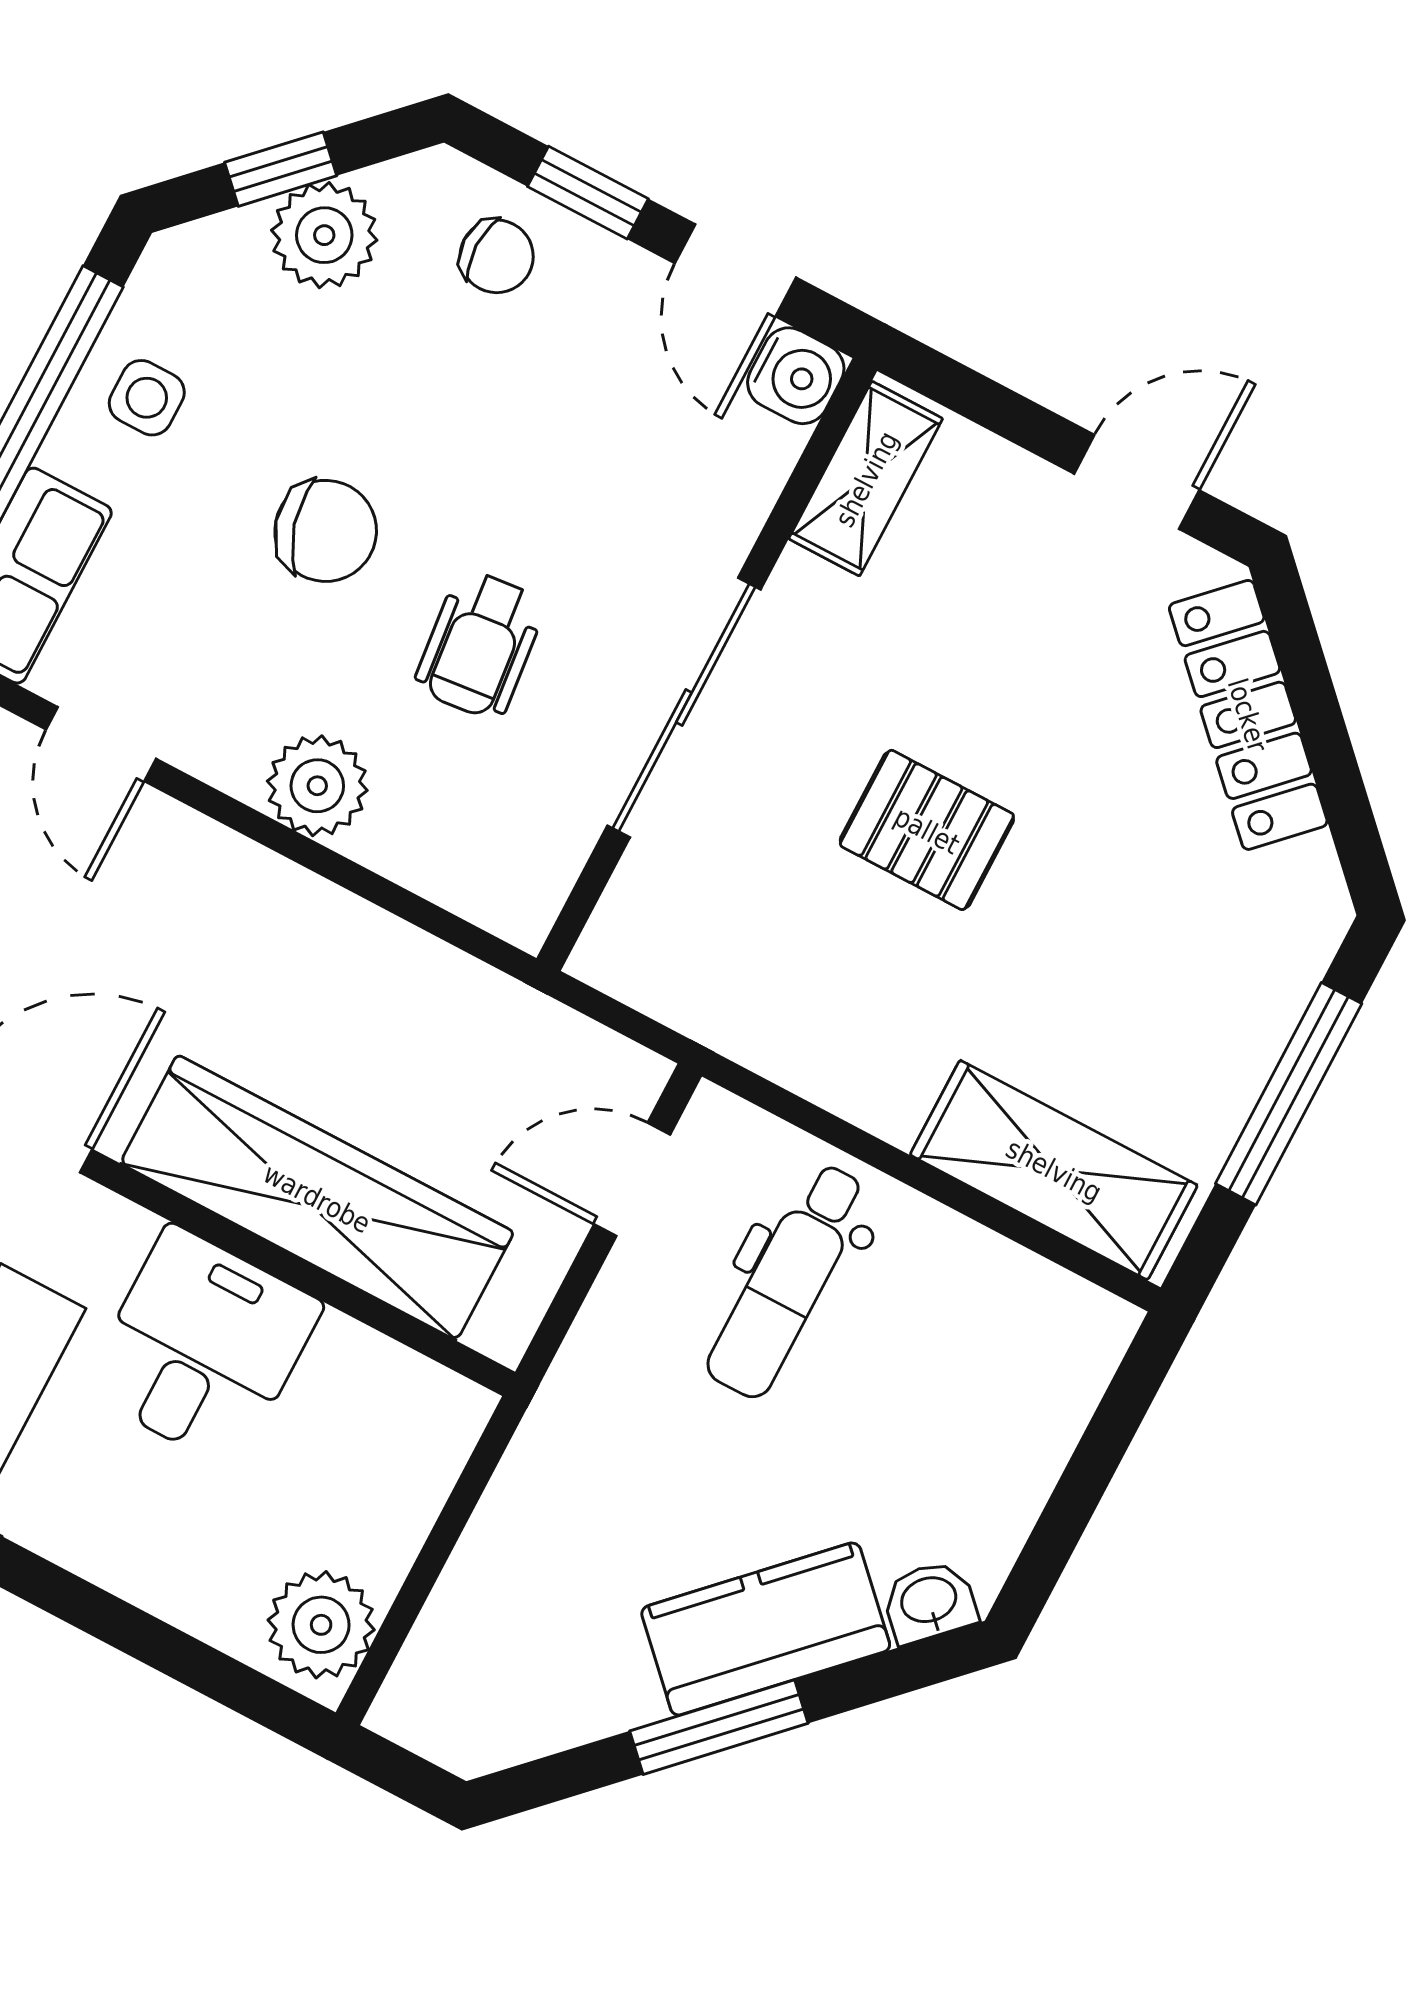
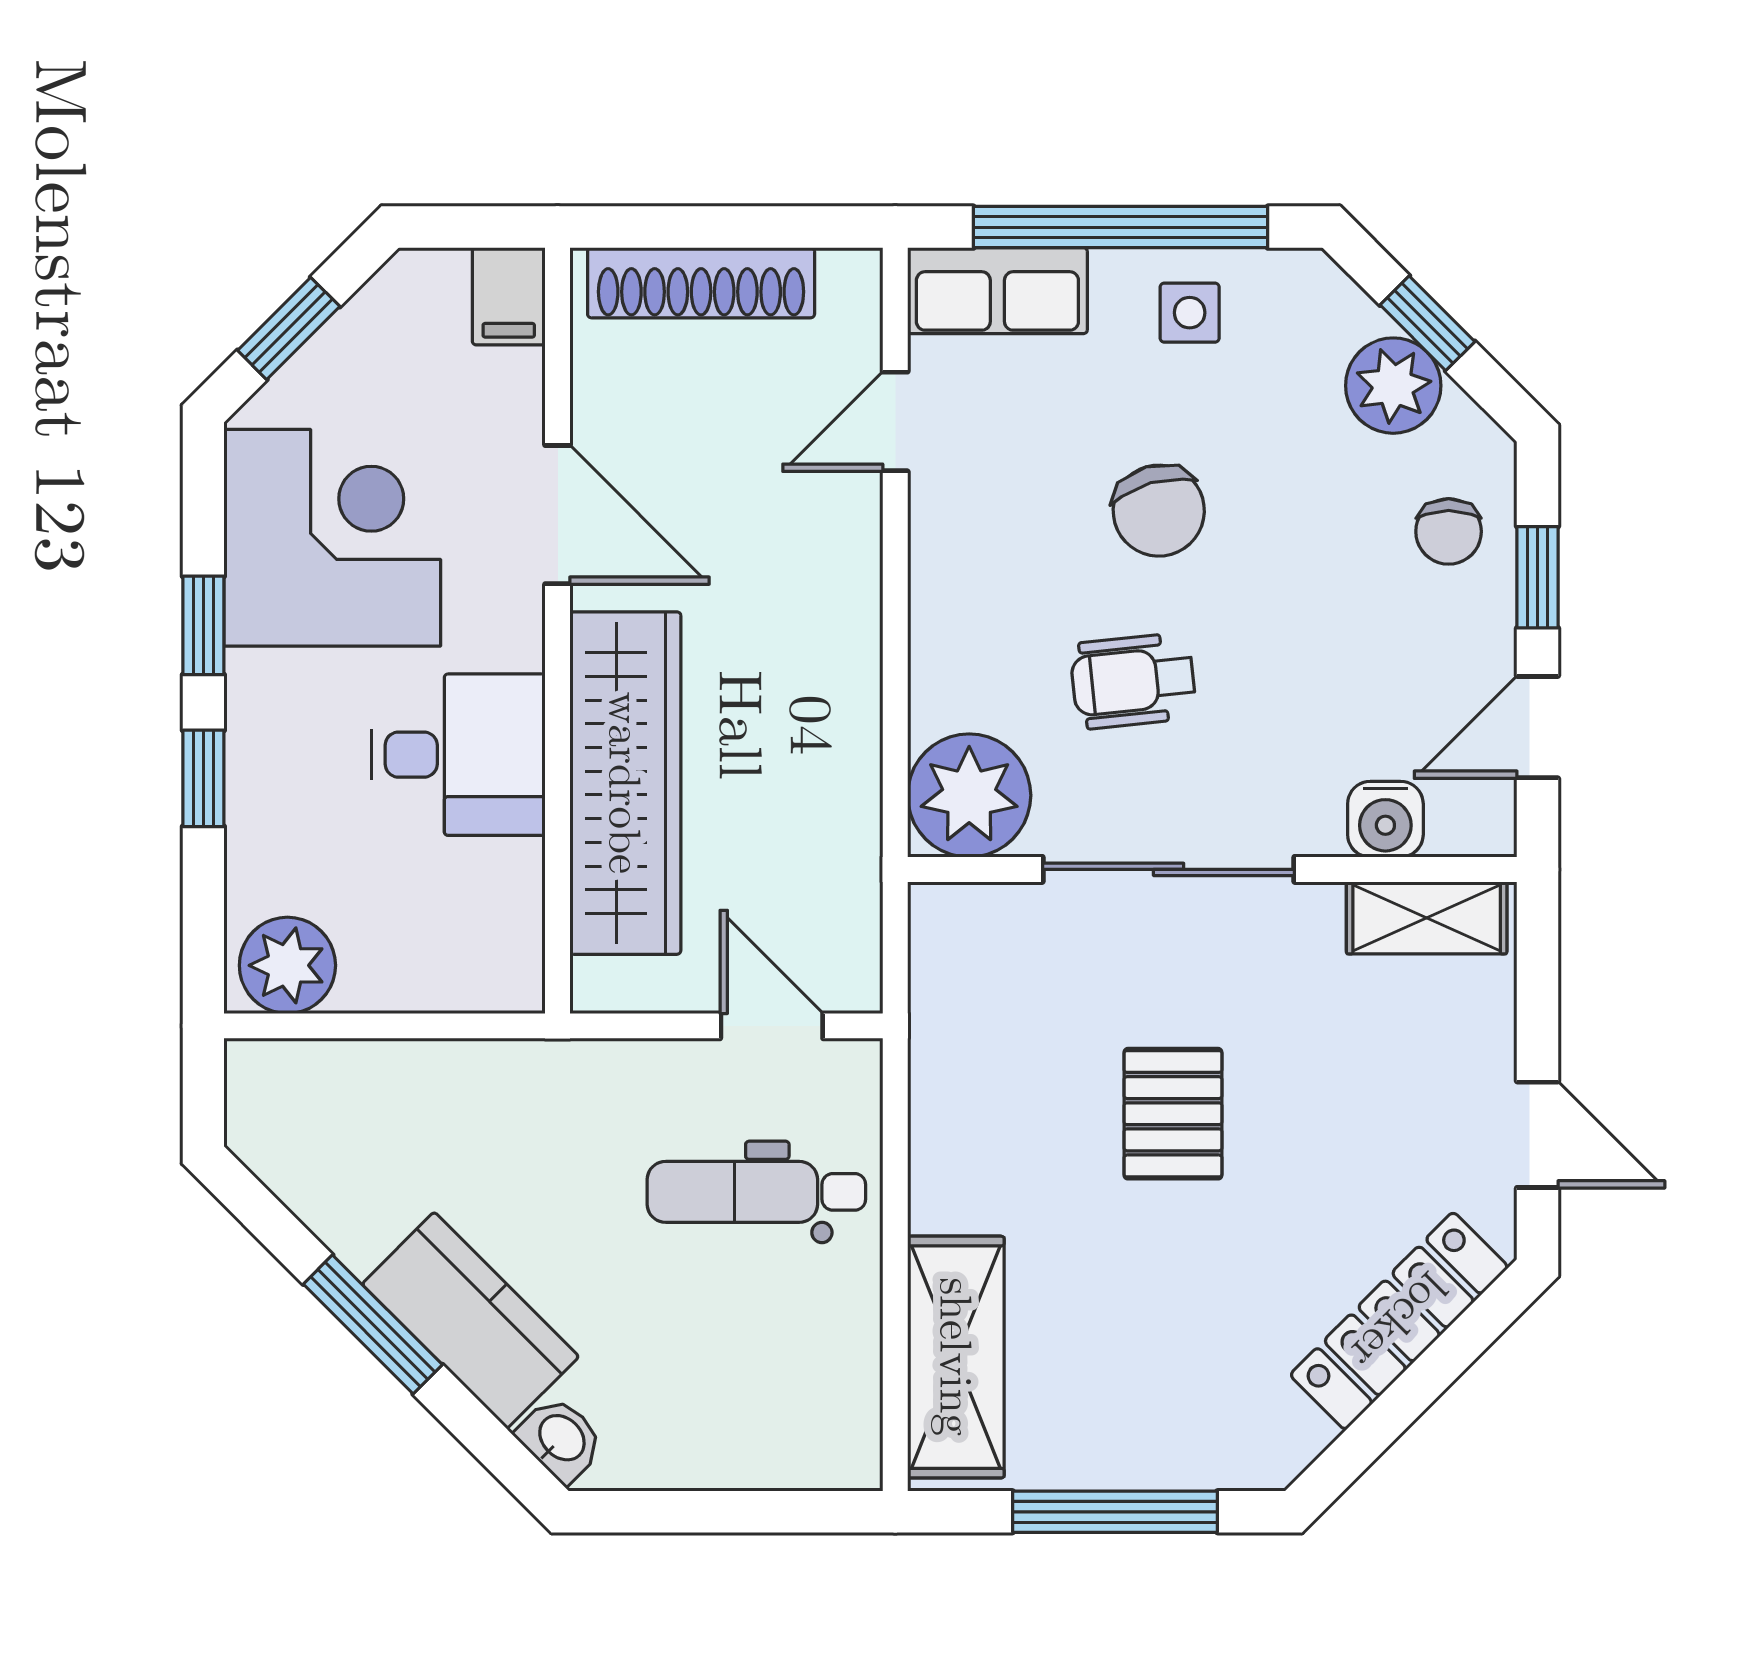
water cooler: (796, 376) -> (1385, 819), moved
plant: (317, 786) -> (969, 795), moved, width x1.36, depth x1.36
window: (93, 1610) -> (203, 778), added

